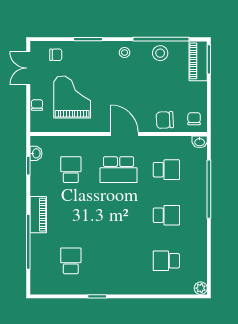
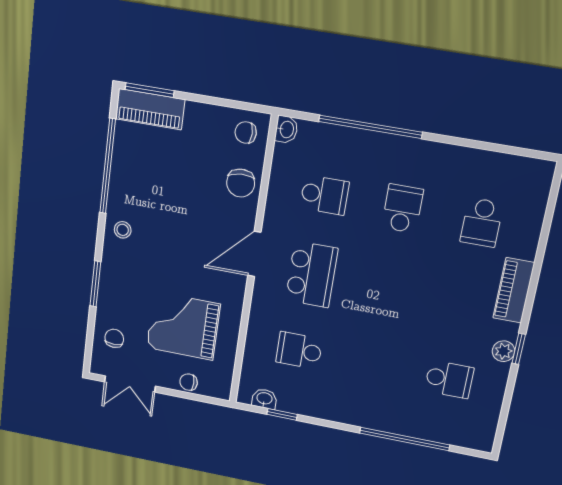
stool: (160, 53) -> (130, 172), removed
school desk: (166, 170) -> (325, 195), turned 90
piano: (38, 215) -> (514, 290), moved, turned -90
school desk: (71, 261) -> (449, 379), turned 180
plant: (201, 288) -> (504, 351), moved

